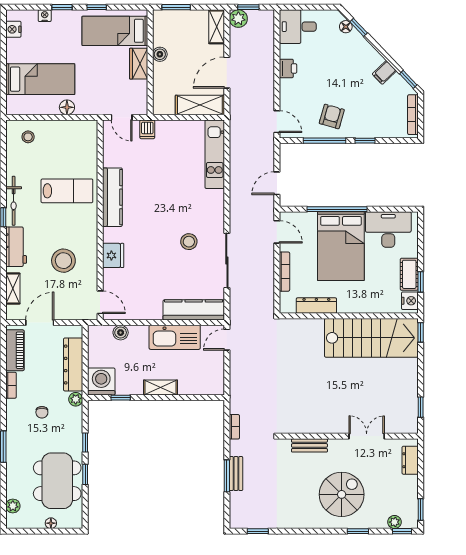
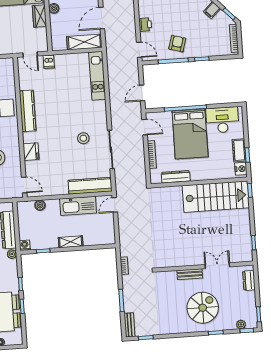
printer: (288, 68) -> (145, 25), moved
washing machine: (101, 382) -> (25, 245), width x0.53, depth x0.53
bench: (309, 445) -> (190, 274), moved
bench: (236, 474) -> (130, 325), moved

